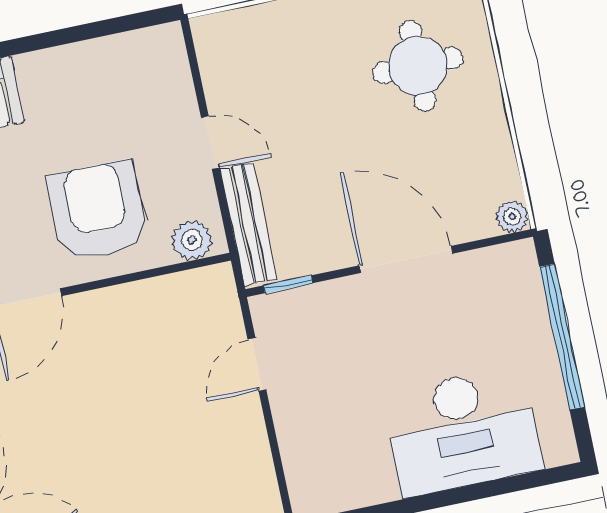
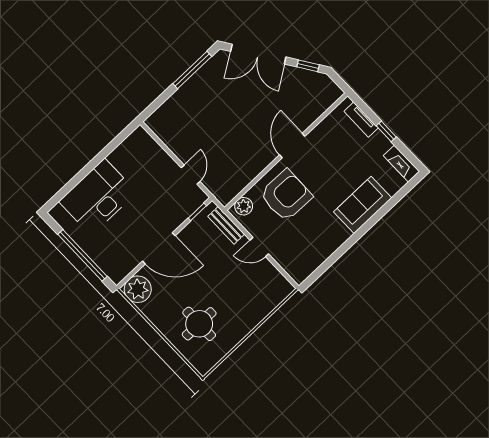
armchair: (97, 211) -> (286, 195), turned -89
plant: (512, 216) -> (138, 289), width x1.88, depth x1.88
bench: (248, 224) -> (226, 225), width x0.73

